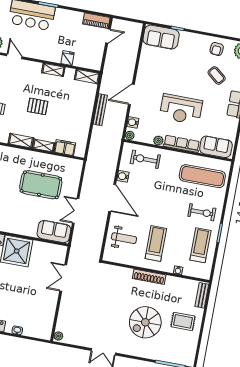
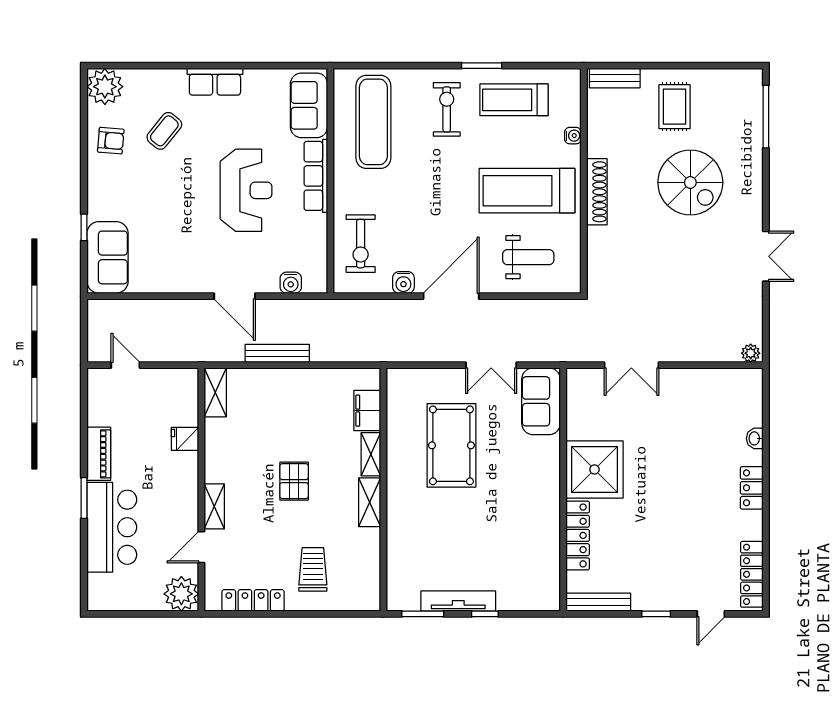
piano: (96, 21) -> (99, 454), moved
shelving: (53, 70) -> (214, 506), moved
plant: (130, 135) -> (318, 284), removed
plant: (158, 141) -> (318, 224), removed
weight bench: (124, 238) -> (528, 257), turned 90
treadmill: (156, 243) -> (527, 191), width x1.37, depth x1.38

